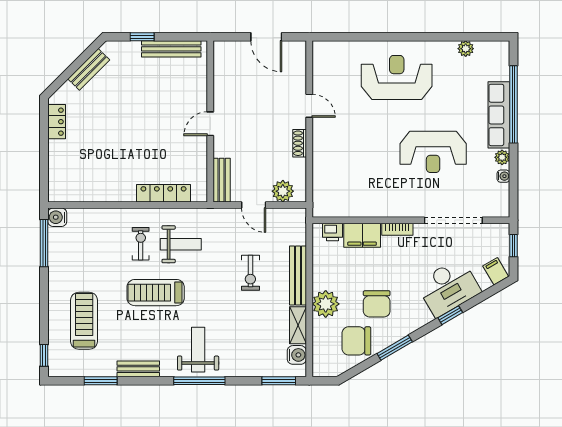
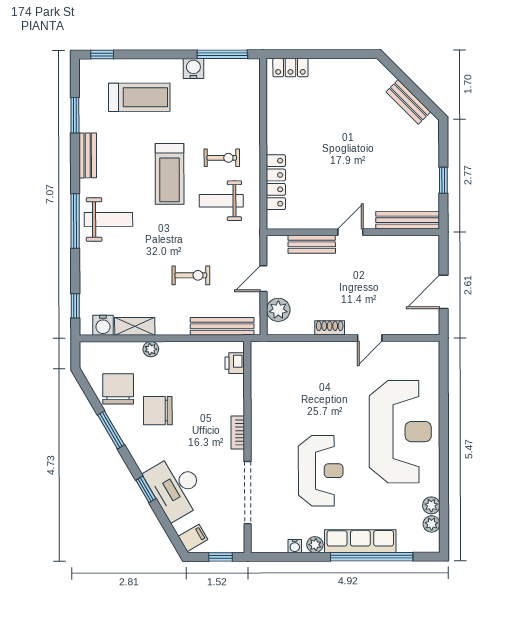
window: (142, 37) -> (443, 180), moved
plant: (483, 48) -> (432, 524), added
bench: (171, 49) -> (408, 220), moved, turned 90
reception desk: (397, 77) -> (400, 432), width x1.36, depth x1.30
locker: (57, 122) -> (290, 68), moved
door: (210, 124) -> (350, 232), hinge flipped
reception desk: (433, 152) -> (321, 471), turned 180
bench: (222, 180) -> (312, 244), moved
water cooler: (57, 217) -> (193, 69), moved
filing cabinet: (362, 235) -> (231, 395), removed
weight bench: (181, 244) -> (221, 201), turned 90
exercise bike: (250, 273) -> (191, 275), turned 180
bench: (298, 275) -> (222, 326), moved
treadmill: (156, 293) -> (170, 174), turned 180
plant: (326, 304) -> (151, 349), width x0.53, depth x0.53
window: (279, 381) -> (75, 306), width x0.67

